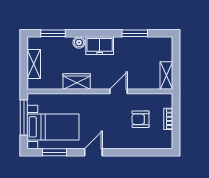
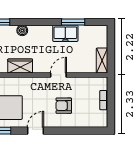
freezer: (100, 46) -> (65, 33), moved
armchair: (141, 119) -> (64, 106), moved

